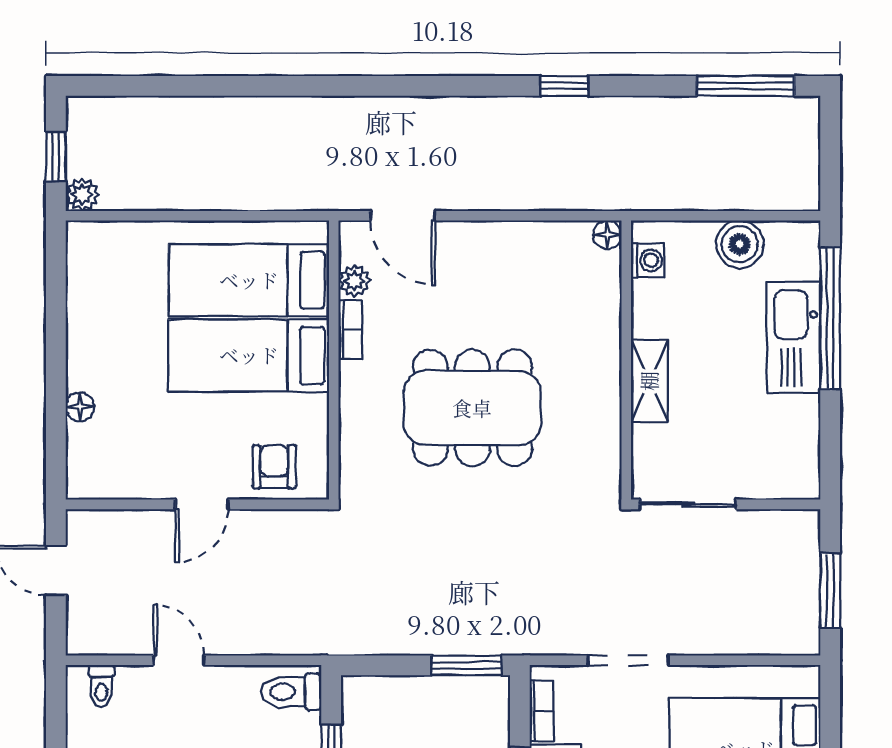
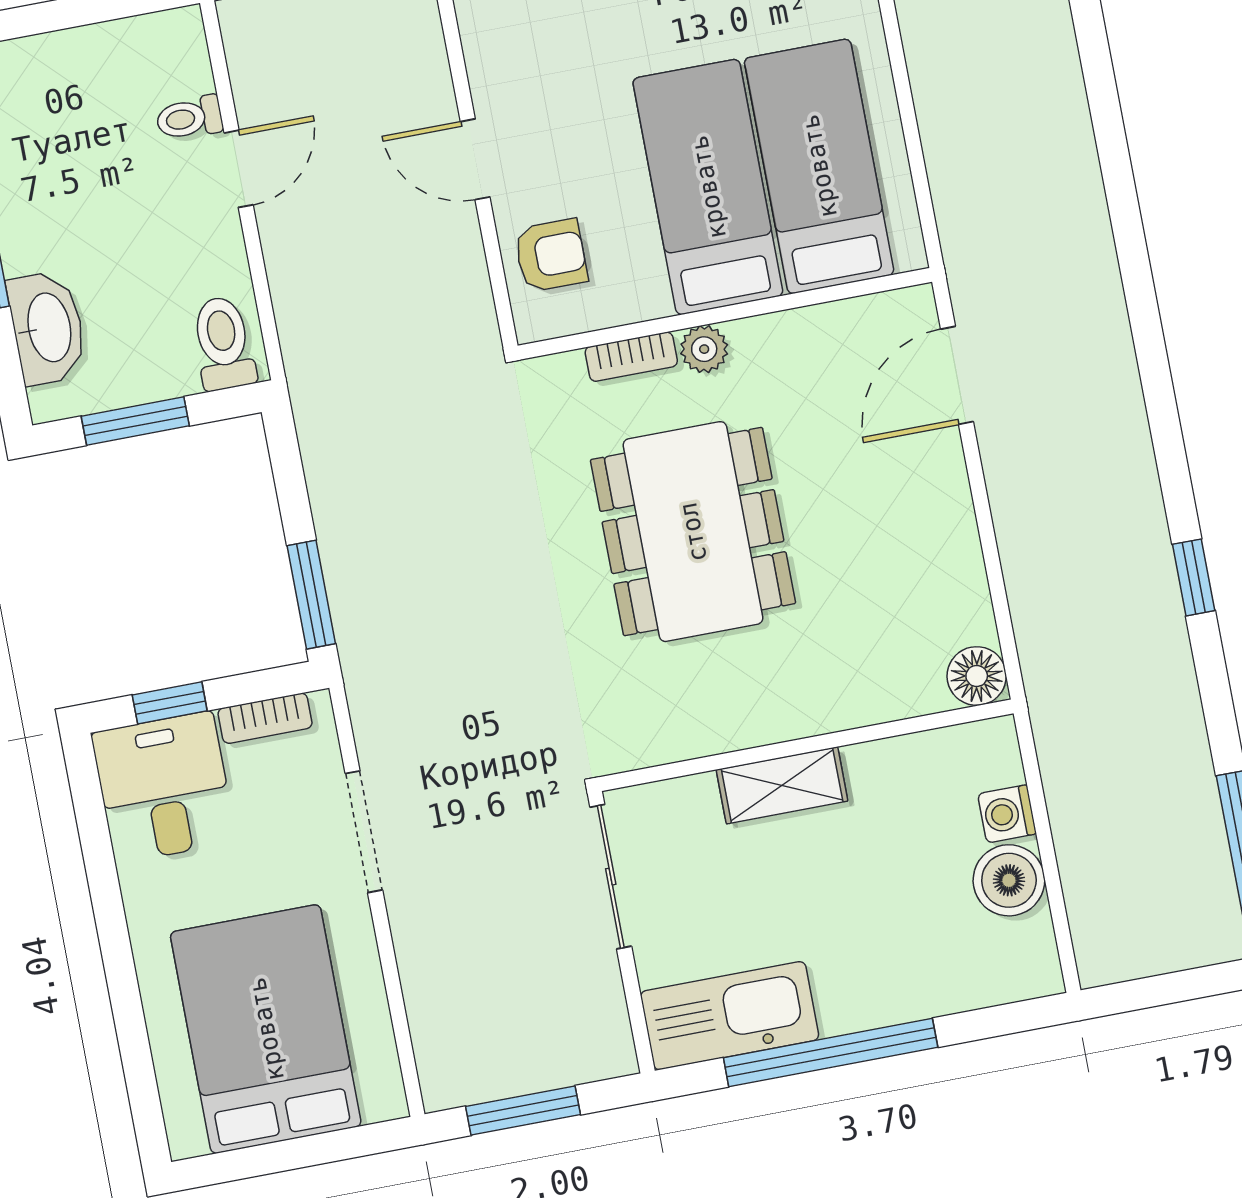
floor lamp: (607, 235) -> (977, 676), width x1.37, depth x1.37
washing machine: (648, 260) -> (1007, 814), moved, turned 90
plant: (354, 281) -> (704, 349), moved
window: (830, 318) -> (831, 1052), moved
bookcase: (350, 329) -> (631, 357), moved
kitchen sink: (794, 337) -> (730, 1016), moved
toilet: (101, 686) -> (189, 118), moved

